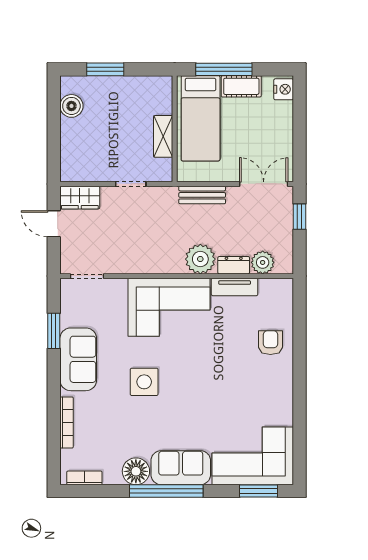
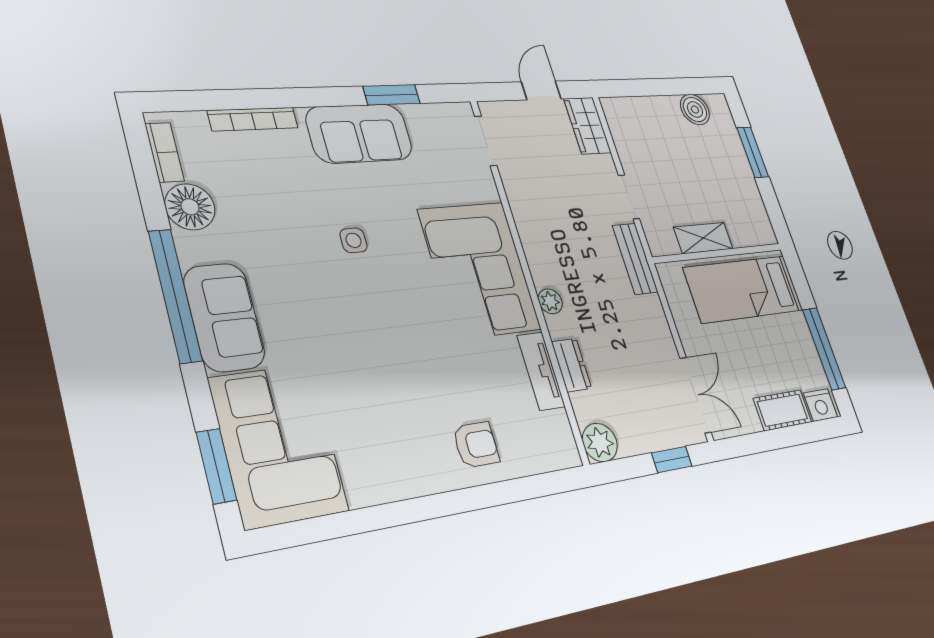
window: (224, 69) -> (824, 349), moved
cot: (241, 86) -> (782, 410), moved, turned 90
bench: (202, 195) -> (635, 259), moved
plant: (200, 259) -> (550, 301), width x0.53, depth x0.53
plant: (263, 262) -> (600, 442), moved
side table: (144, 382) -> (353, 240), width x0.54, depth x0.54
floor lamp: (136, 471) -> (190, 207), moved

